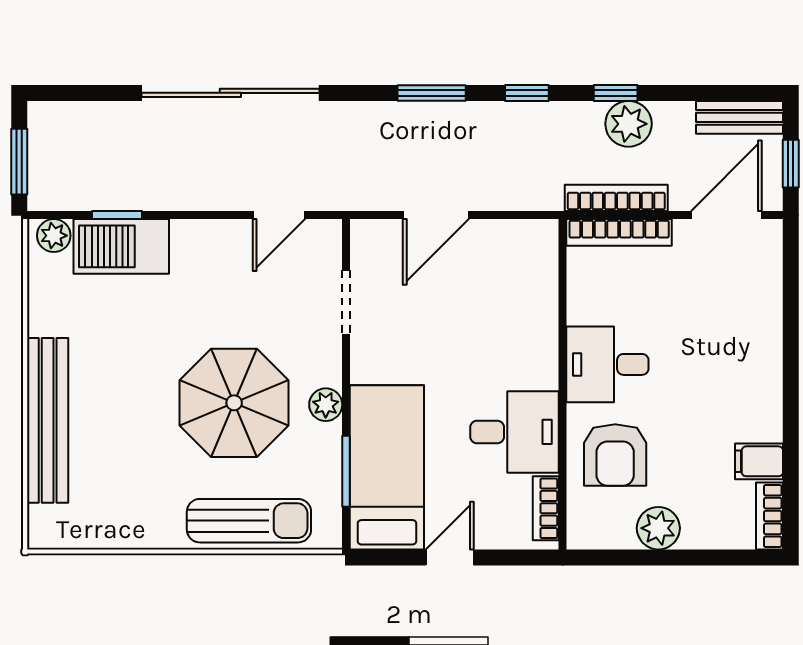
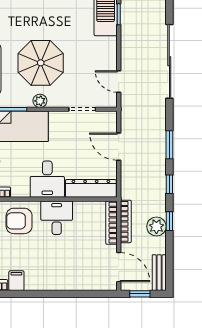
dresser: (537, 282) -> (91, 188), added
desk: (514, 432) -> (47, 179), moved

